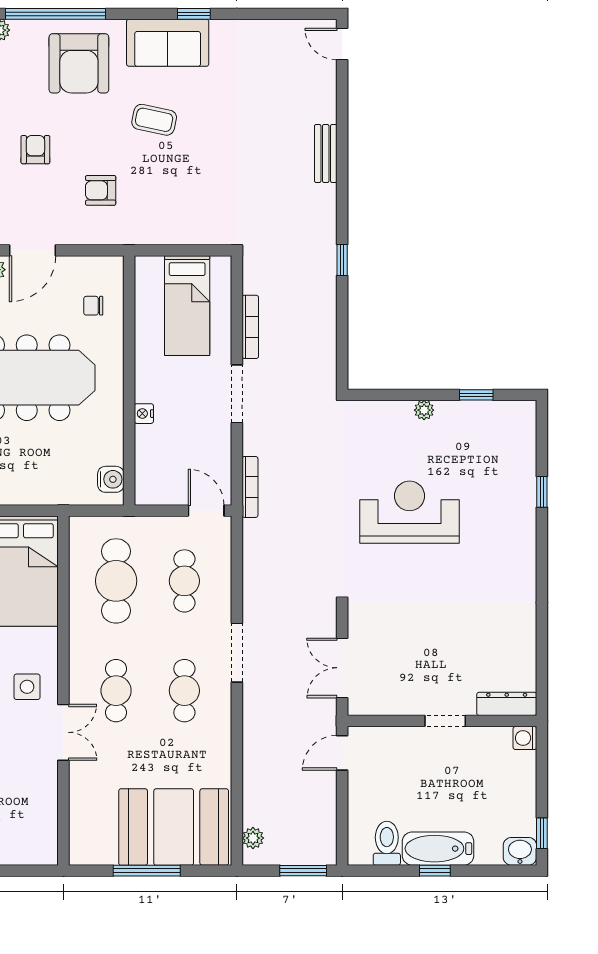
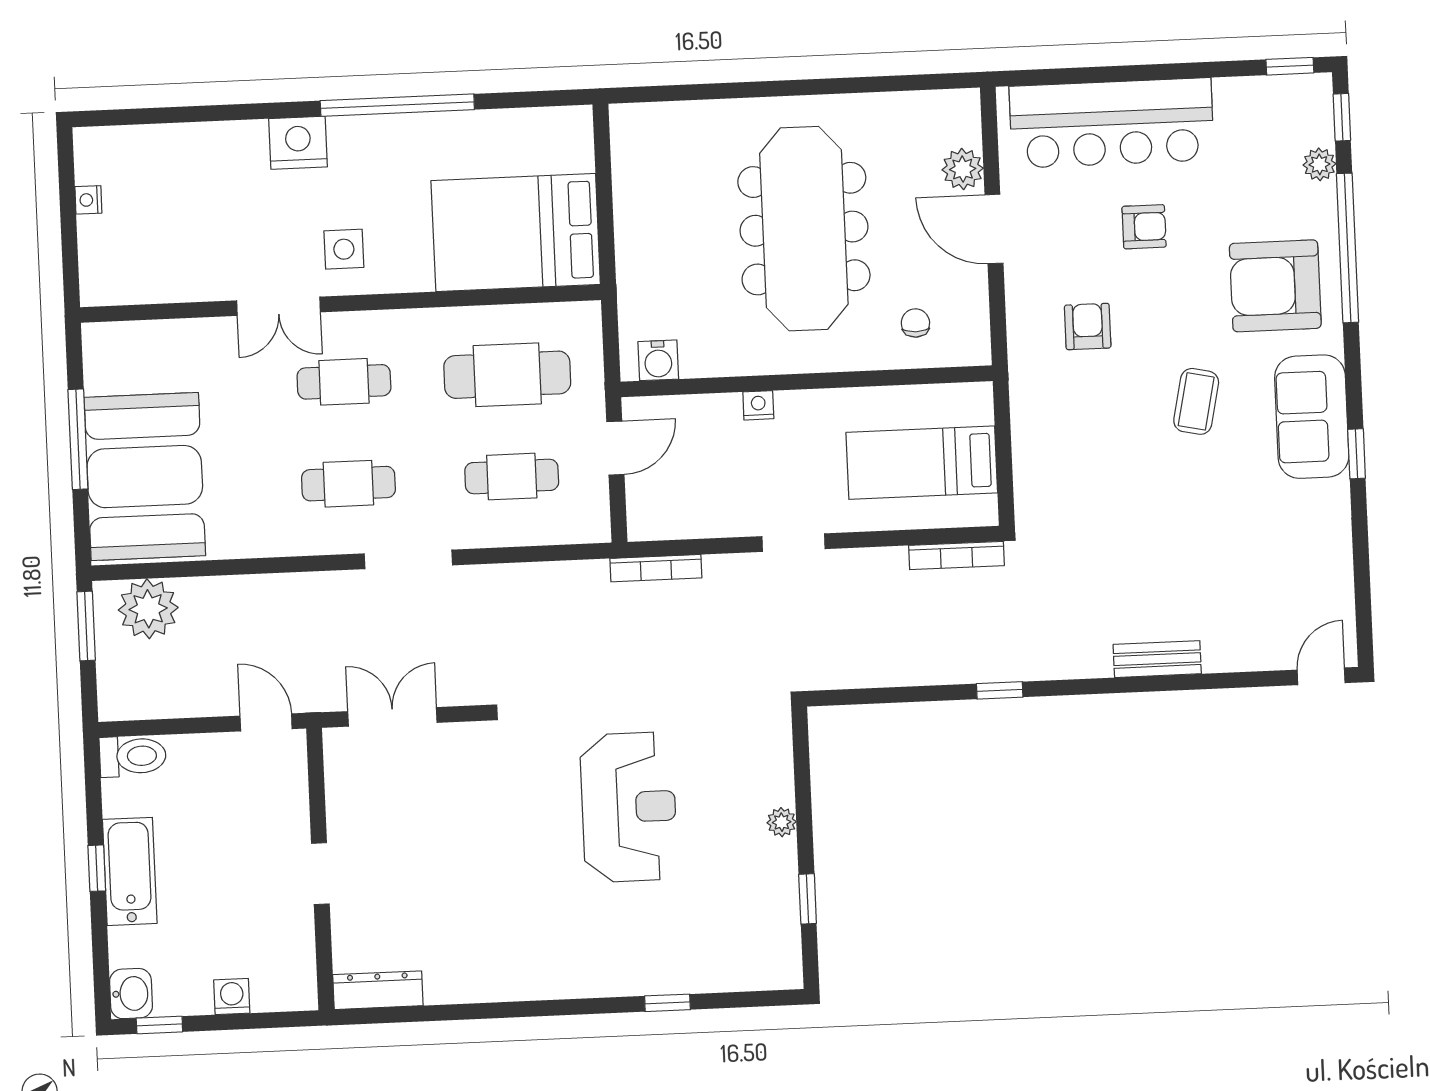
bookcase: (250, 327) -> (956, 555), moved
doorway: (237, 394) -> (794, 543), width x0.73
door: (206, 511) -> (615, 448), moved
dresser: (507, 704) -> (378, 990), moved, turned -90
washing machine: (525, 738) -> (232, 997), moved
plant: (253, 838) -> (148, 609), width x1.88, depth x1.88
toilet: (387, 843) -> (133, 756), moved
window: (303, 871) -> (86, 626), moved

